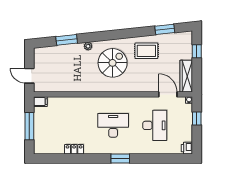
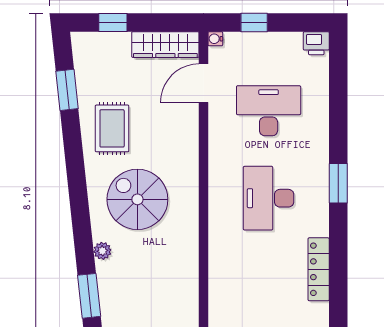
locker: (74, 149) -> (319, 269), width x1.53

